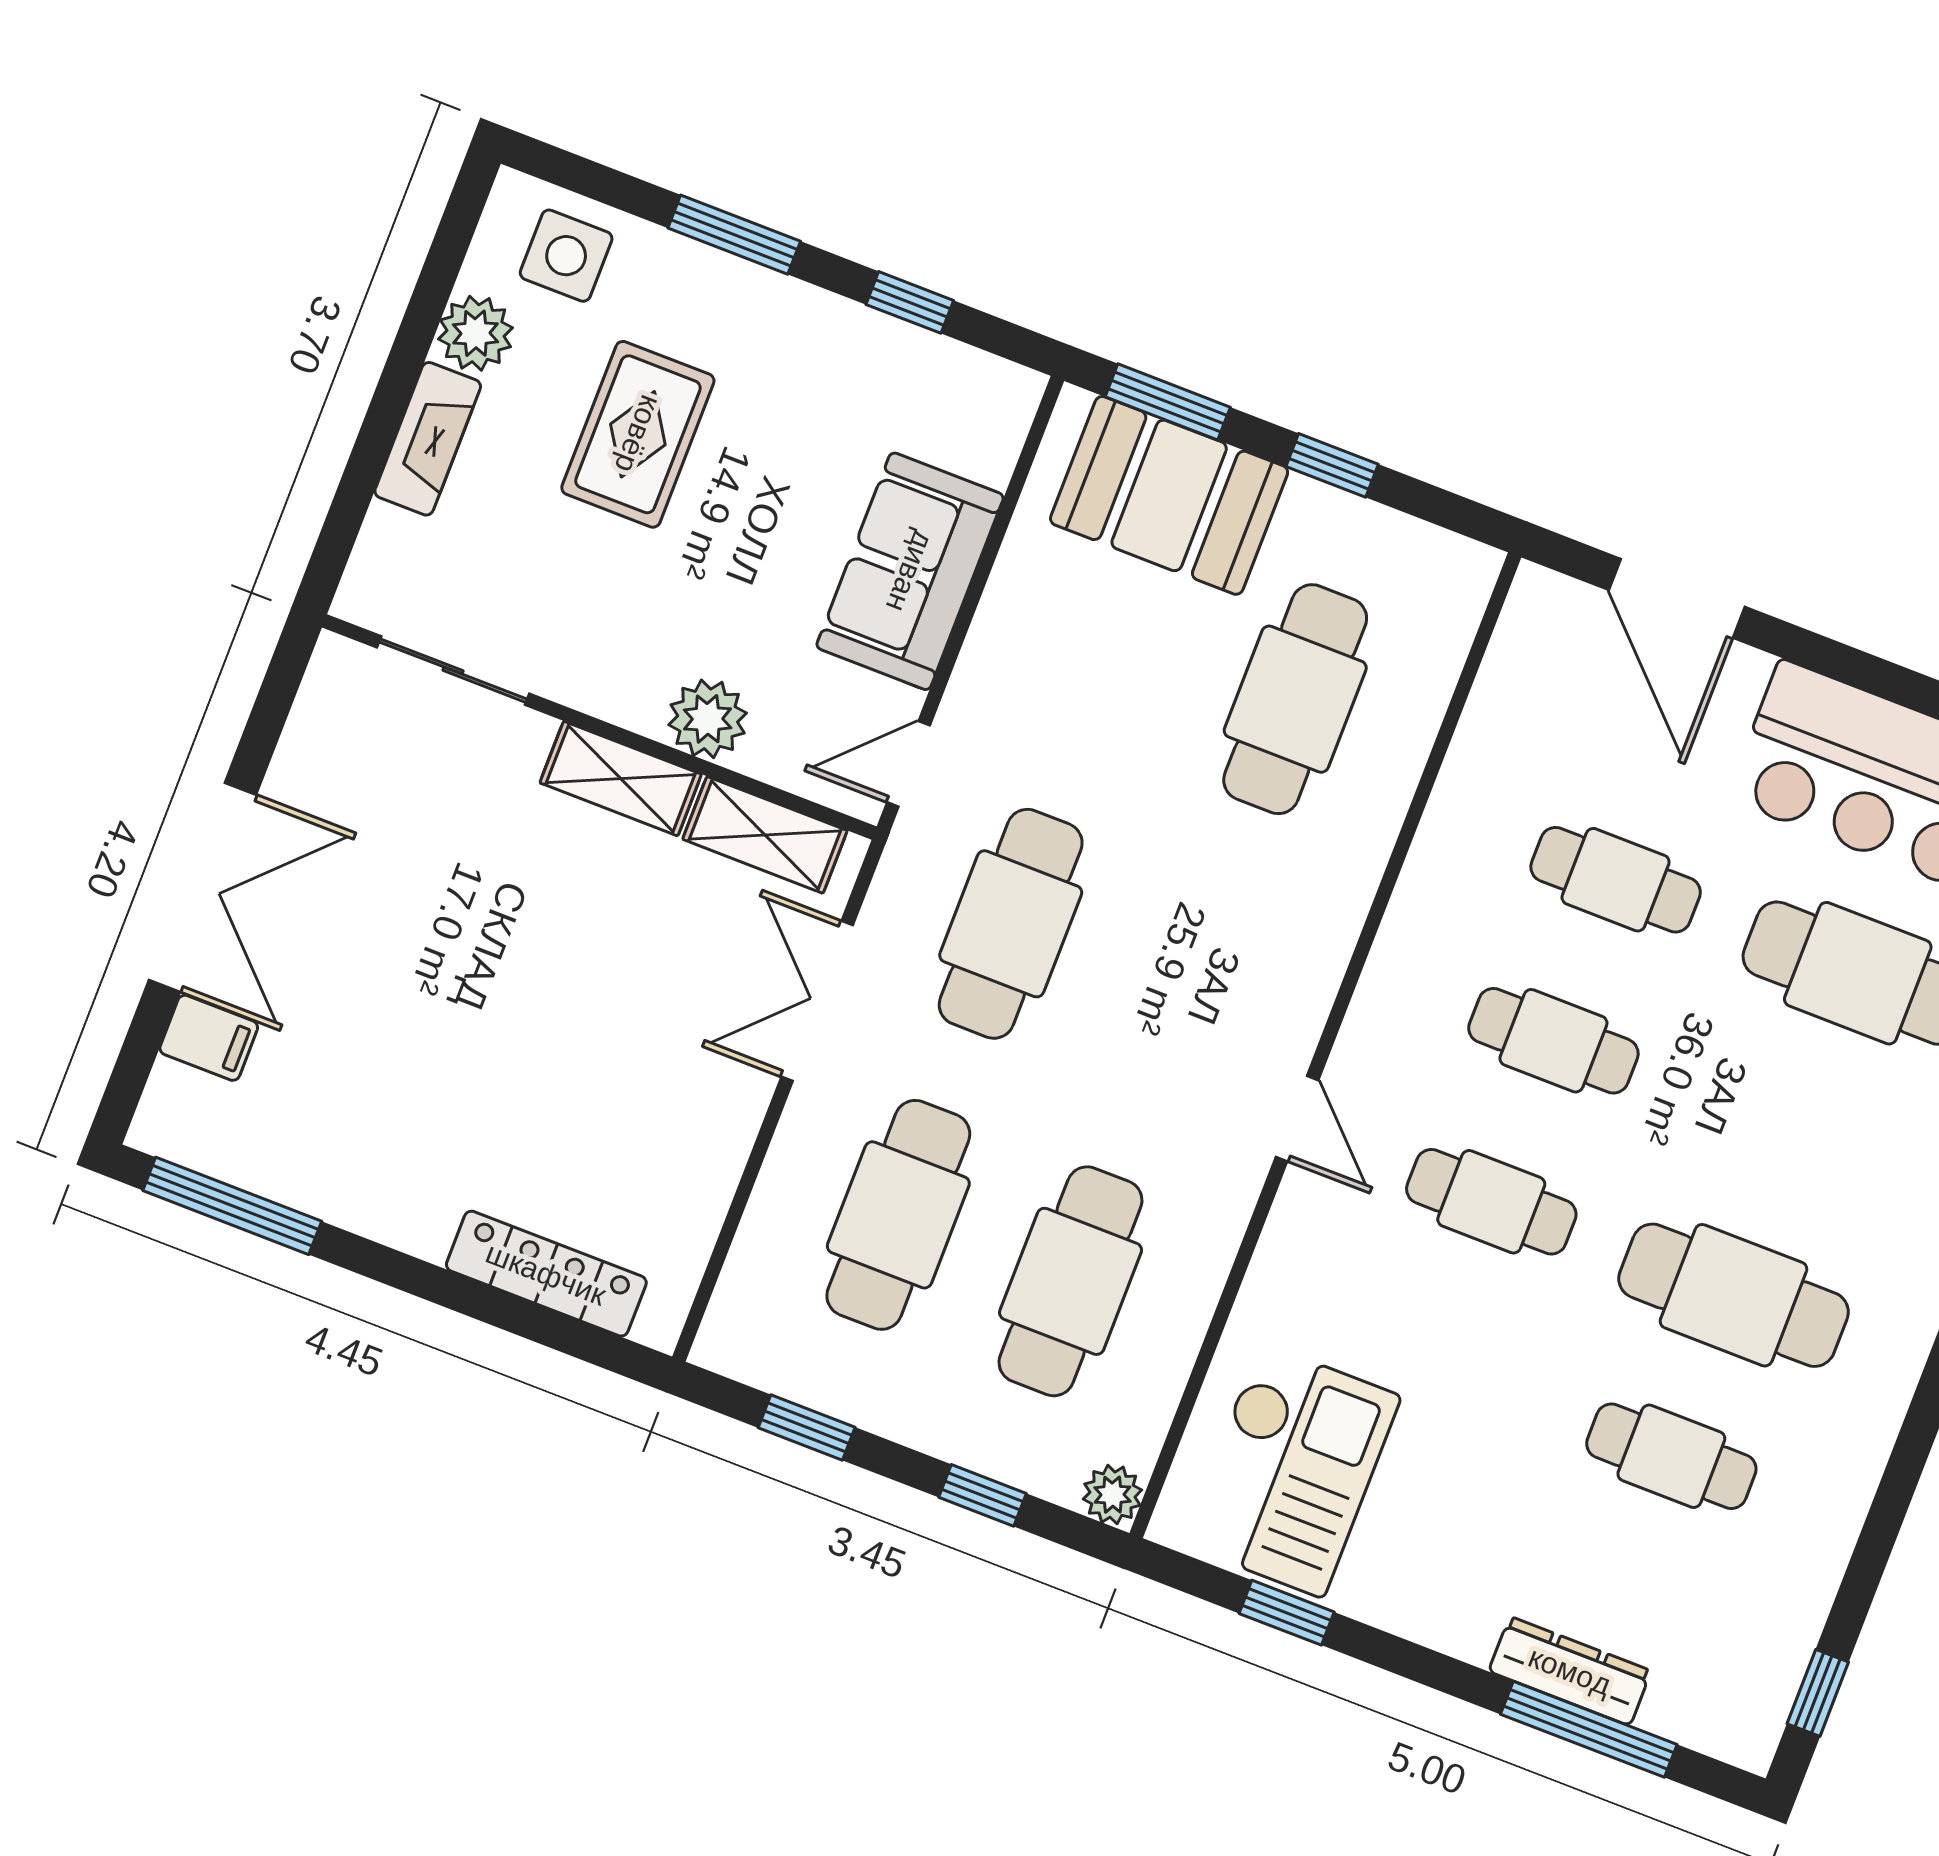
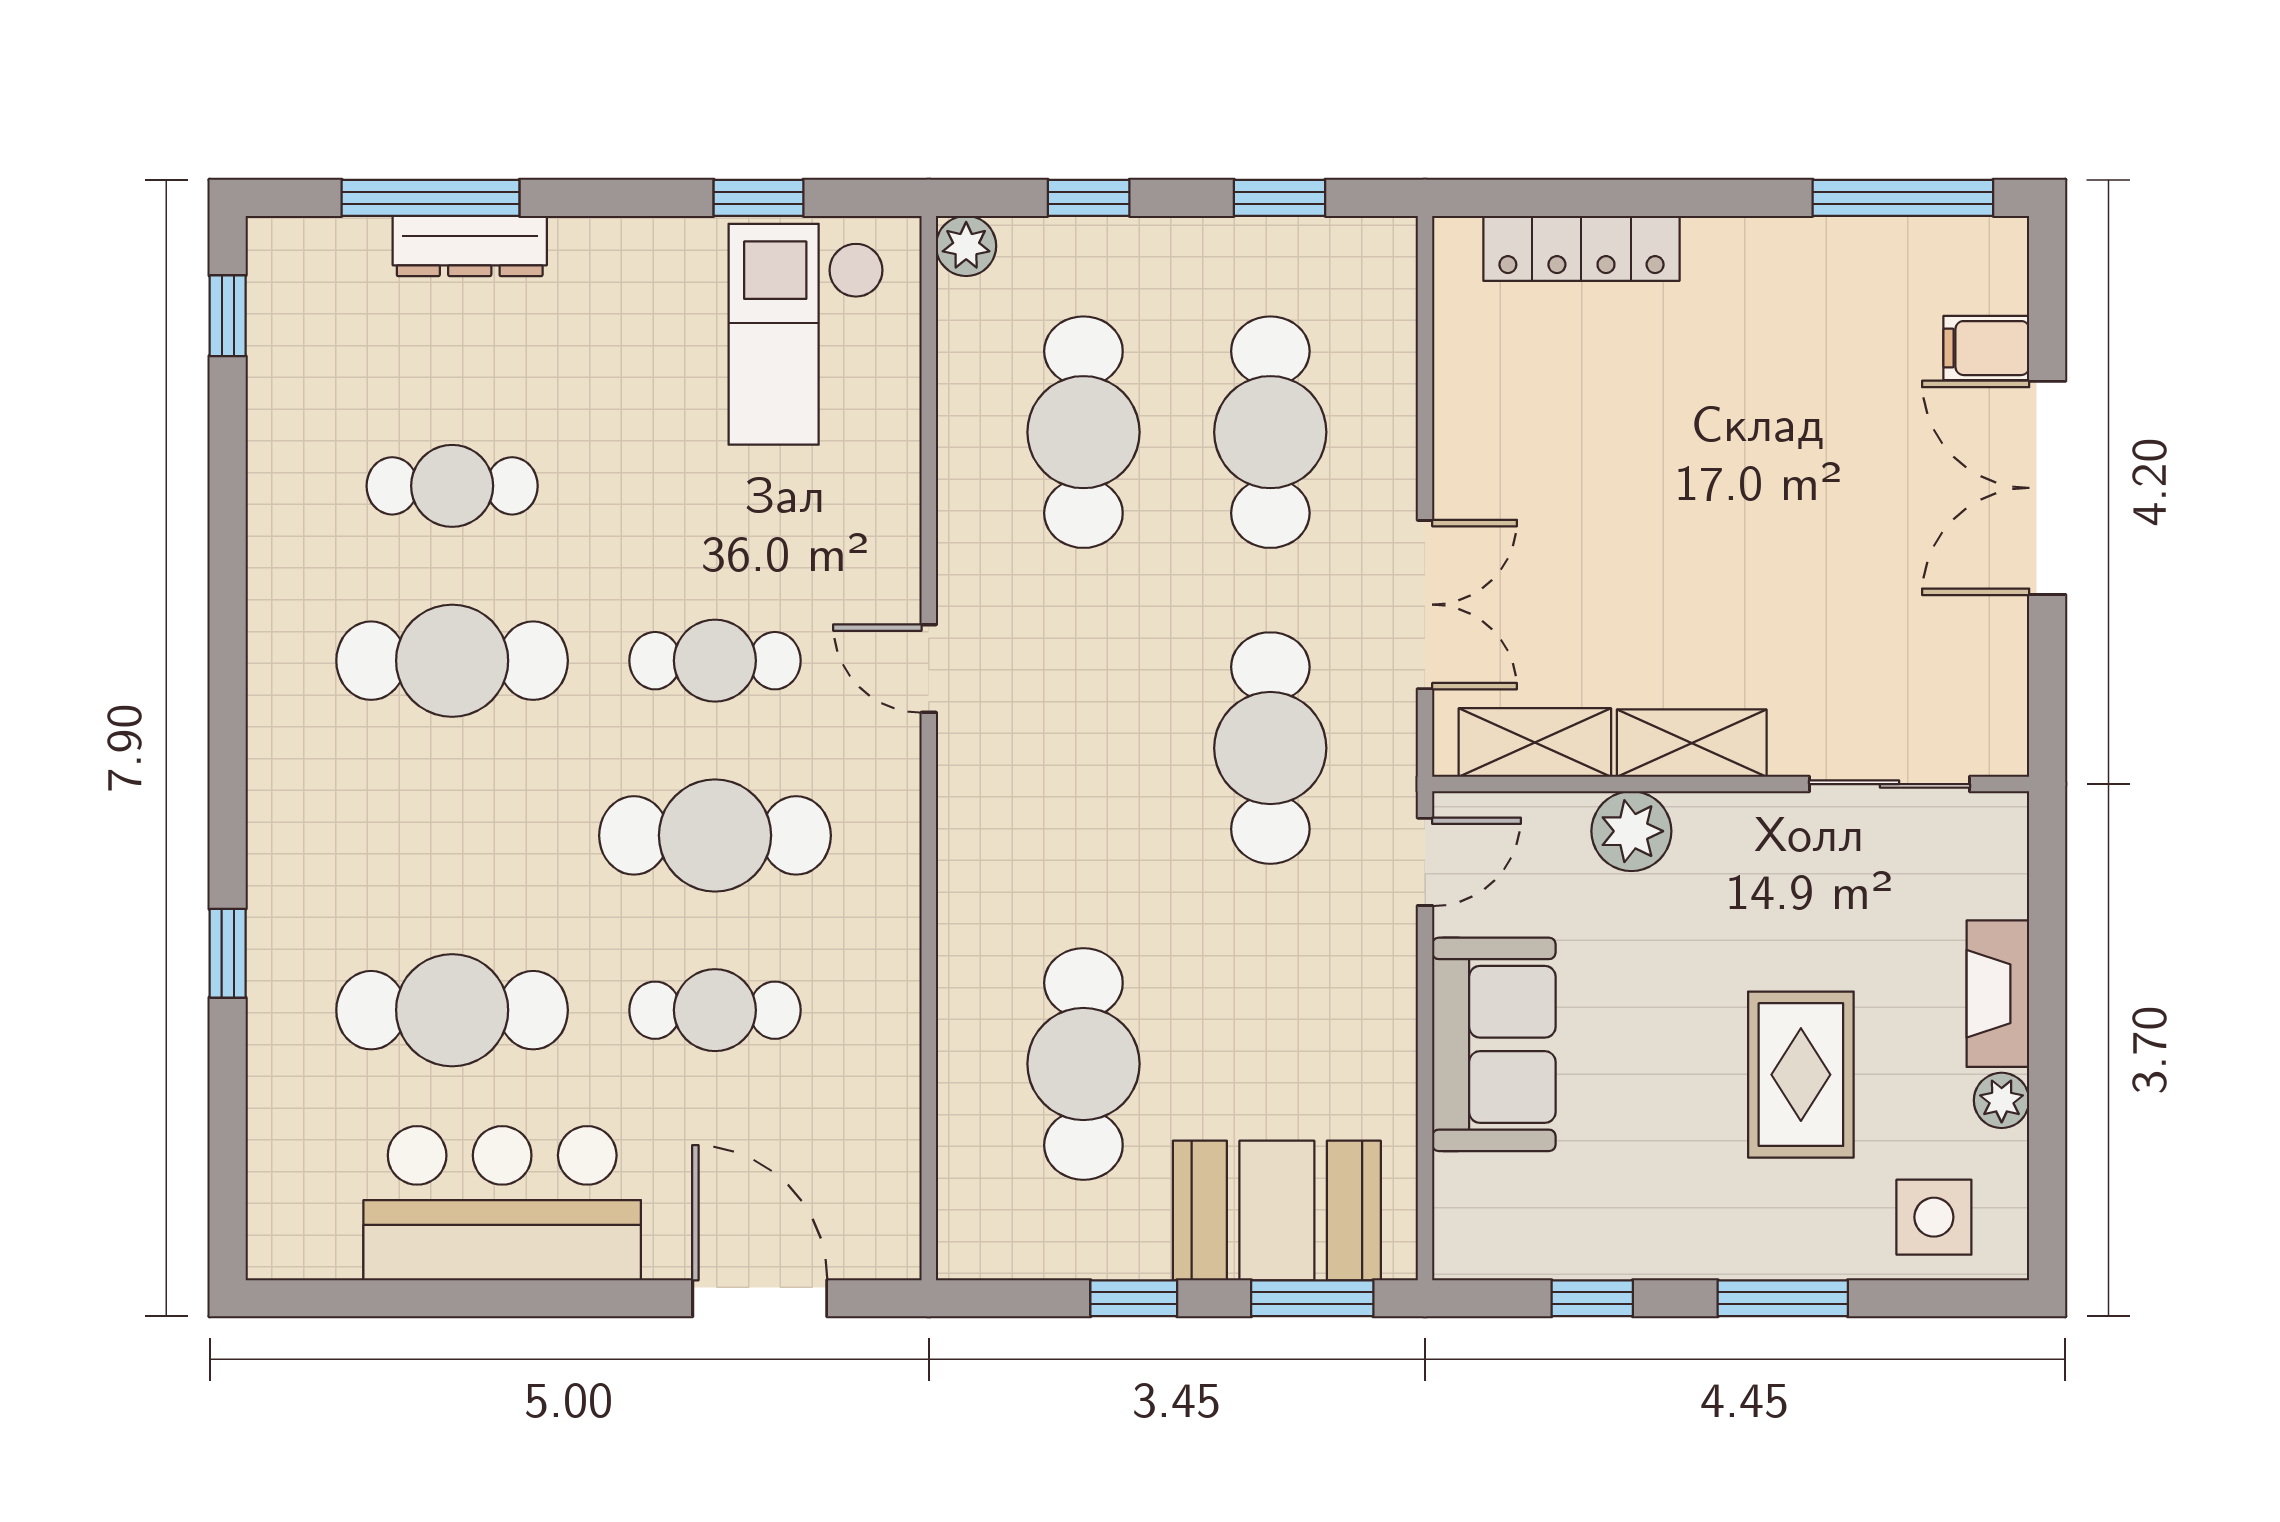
plant: (475, 333) -> (2002, 1100), width x0.73, depth x0.73
cafe table: (1553, 1041) -> (715, 835), width x1.37, depth x1.35

